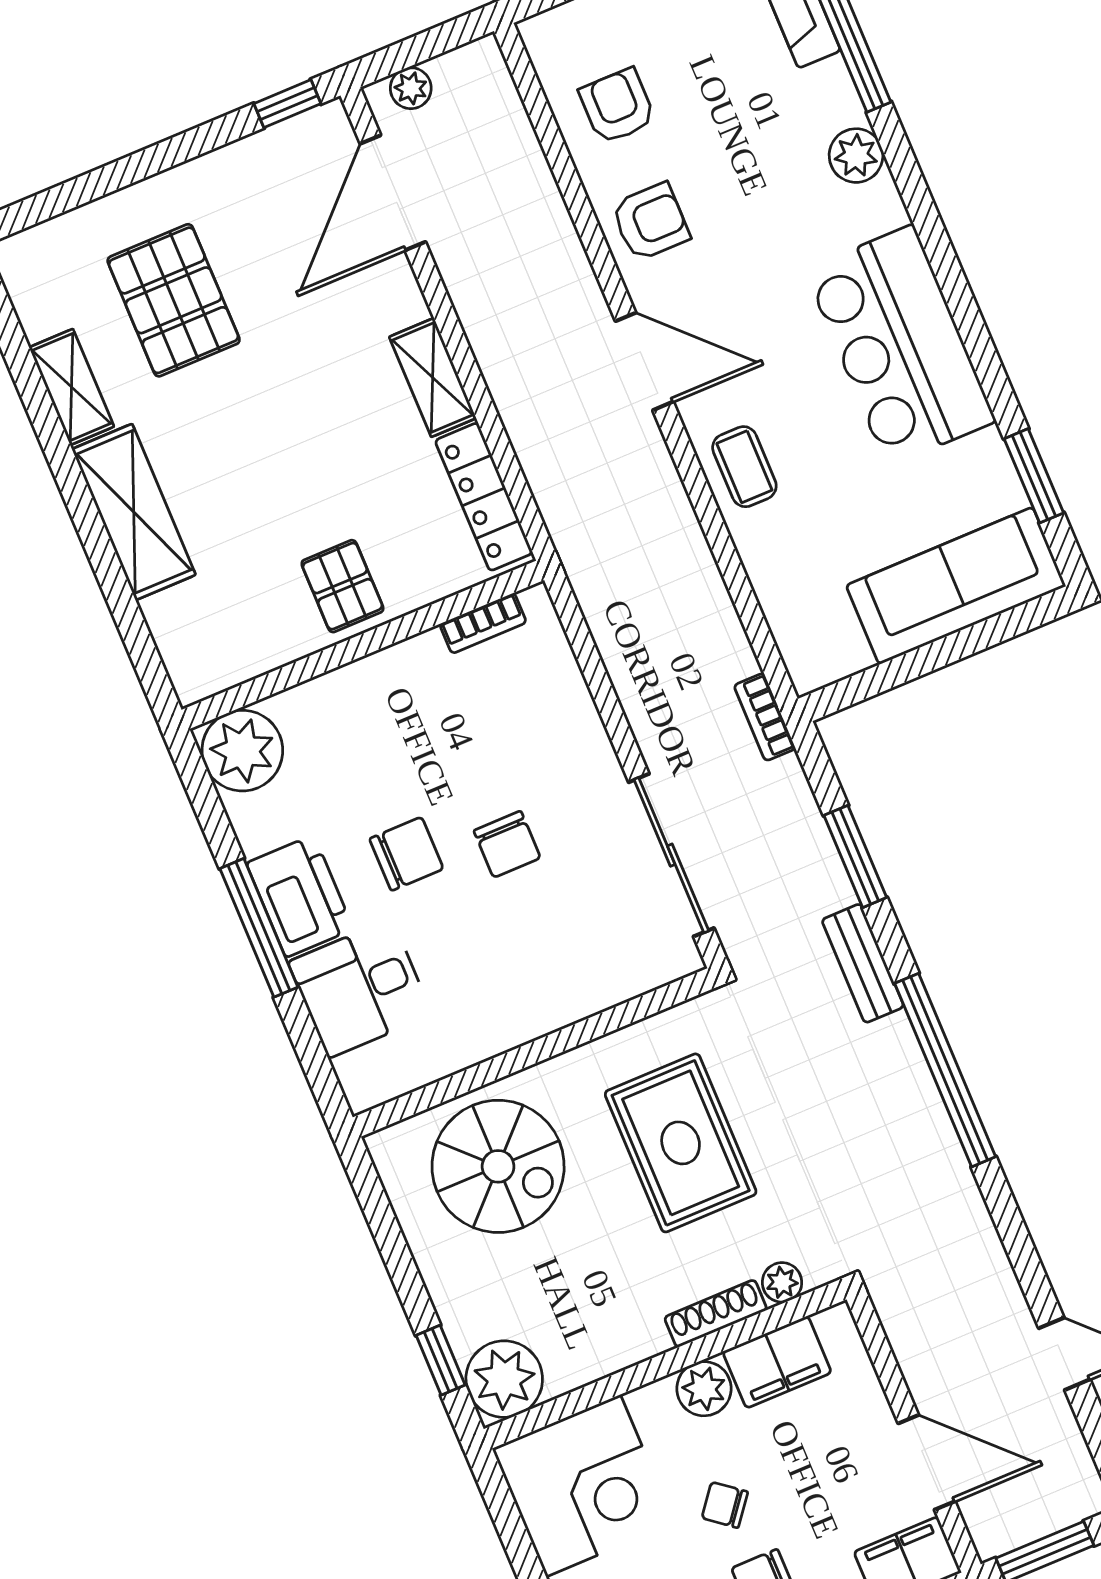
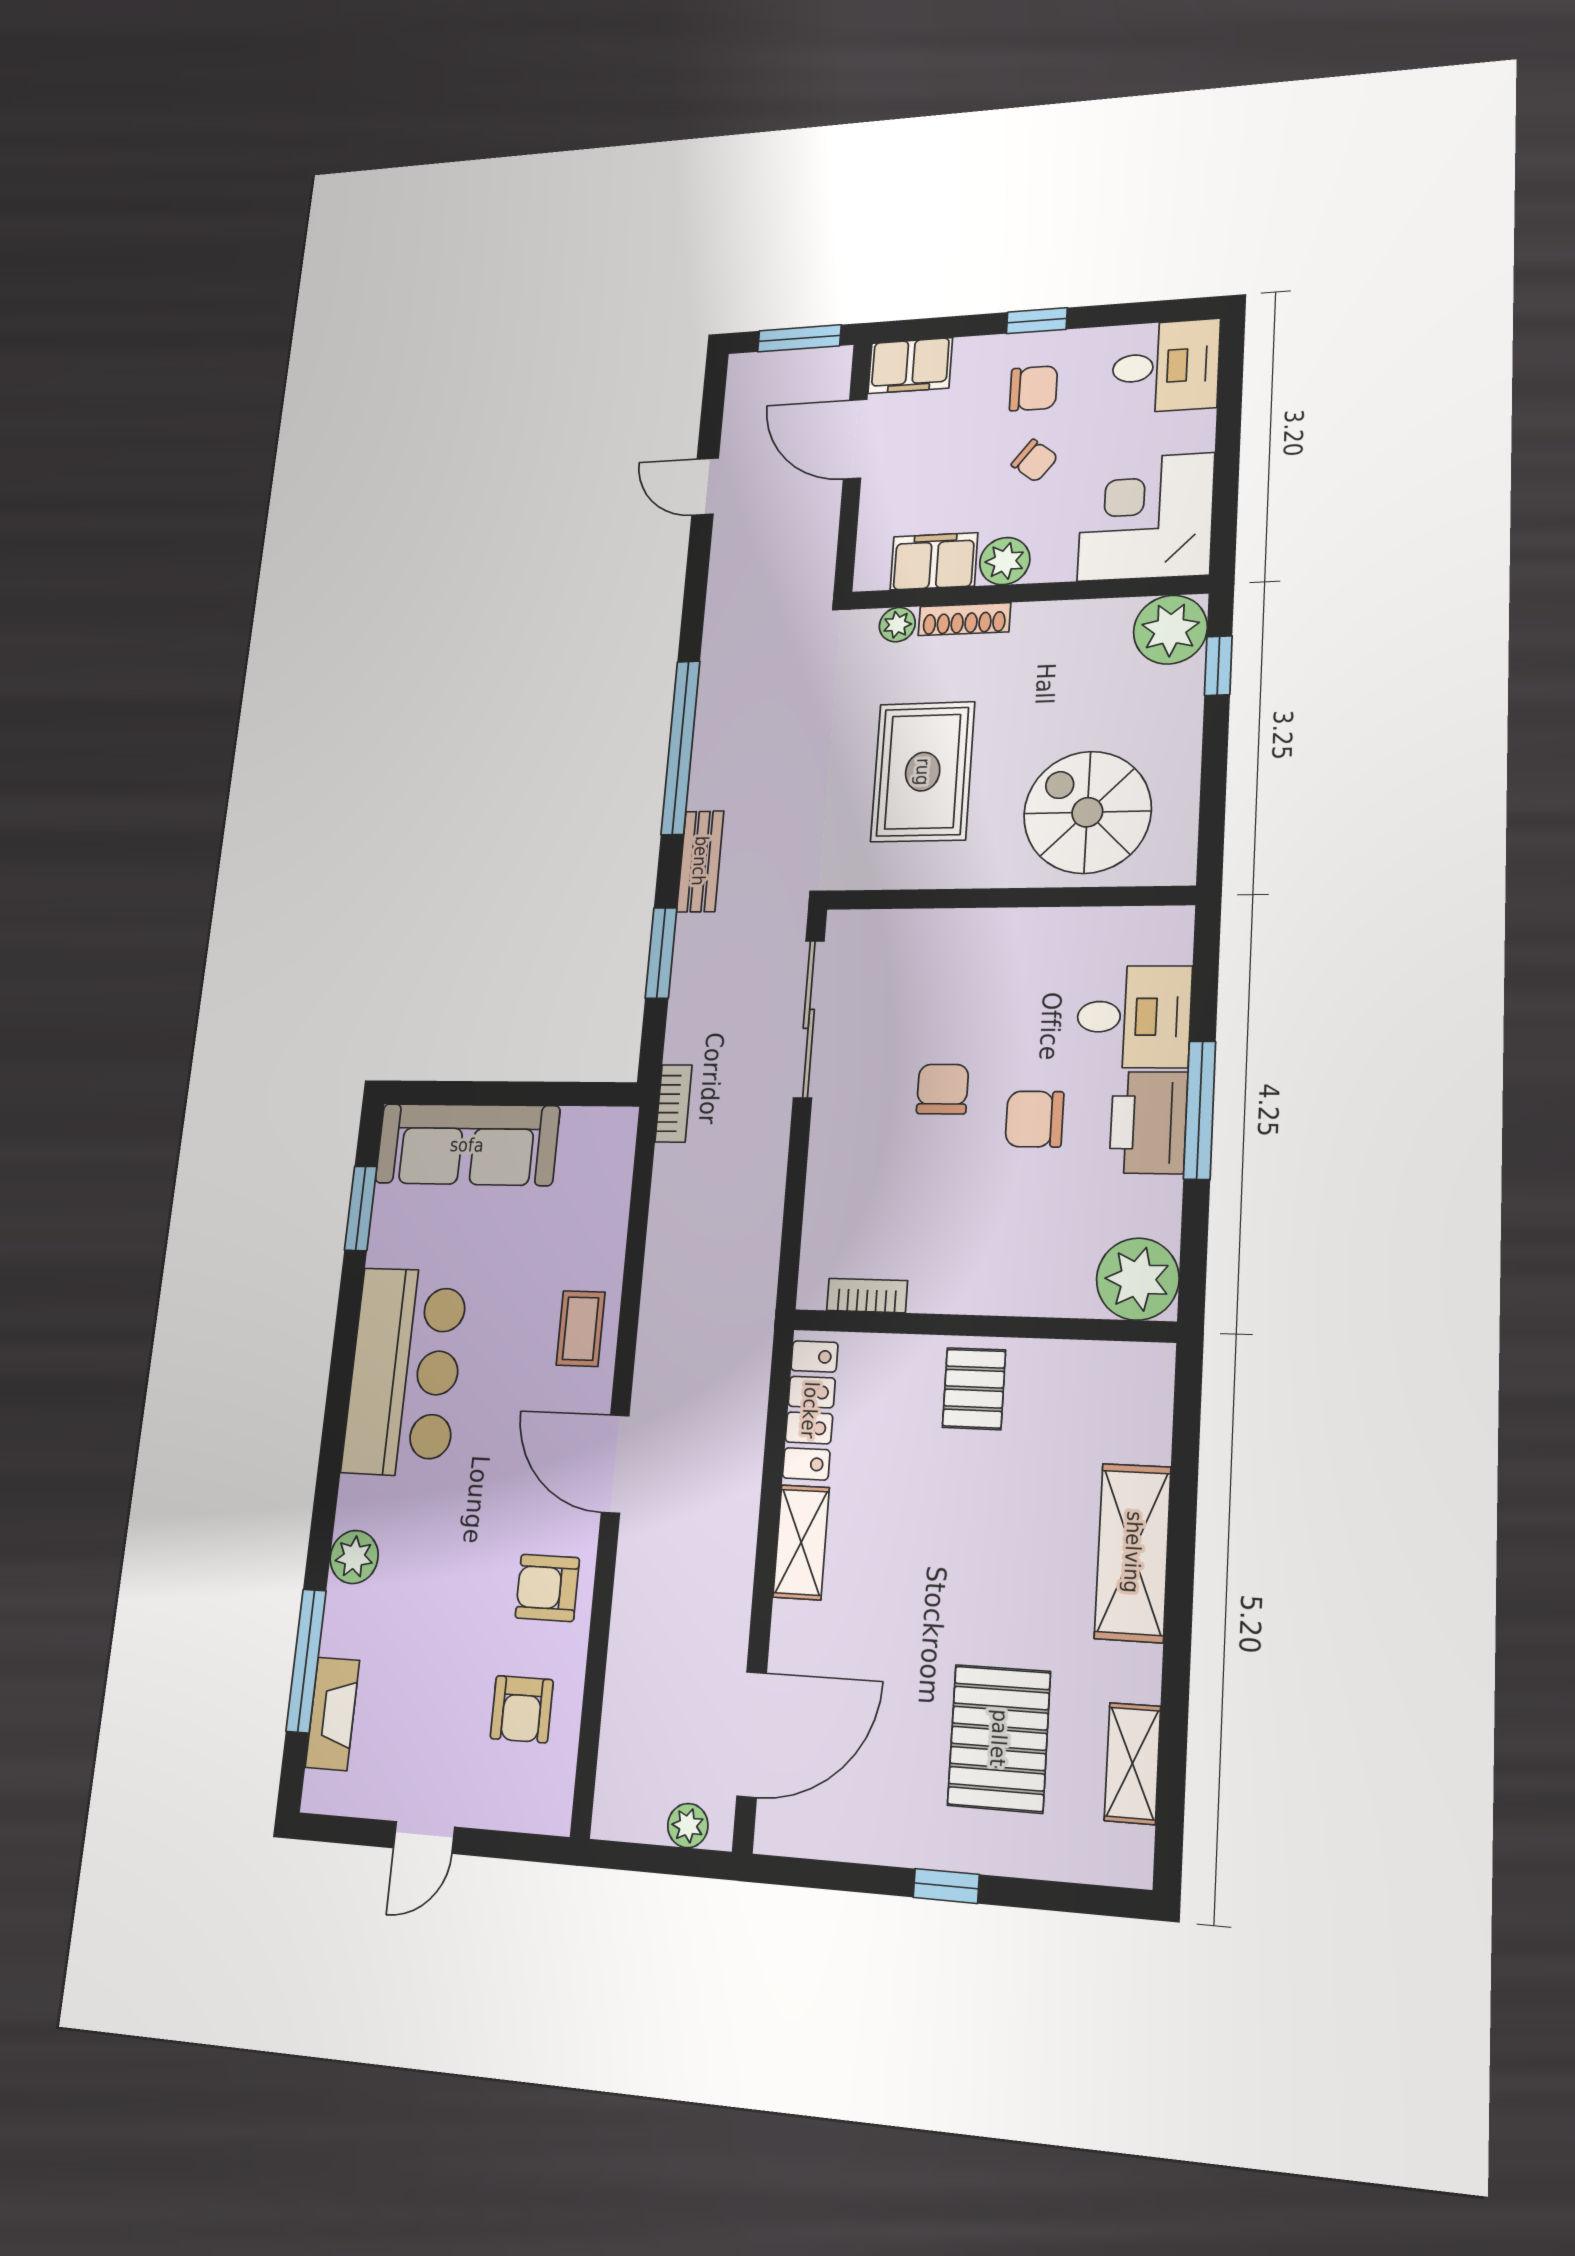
window: (287, 104) -> (946, 1886), moved
shelving: (72, 387) -> (1132, 1763), moved

